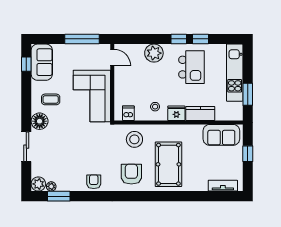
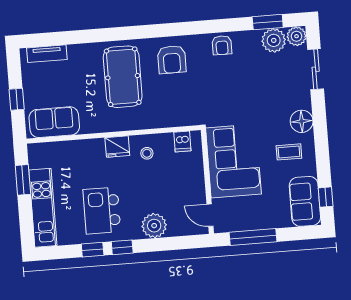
kitchen counter: (200, 113) -> (85, 149), removed
stool: (134, 139) -> (171, 107), removed
sliding door: (26, 147) -> (316, 69), moved
plant: (51, 186) -> (274, 40), width x1.87, depth x1.87

